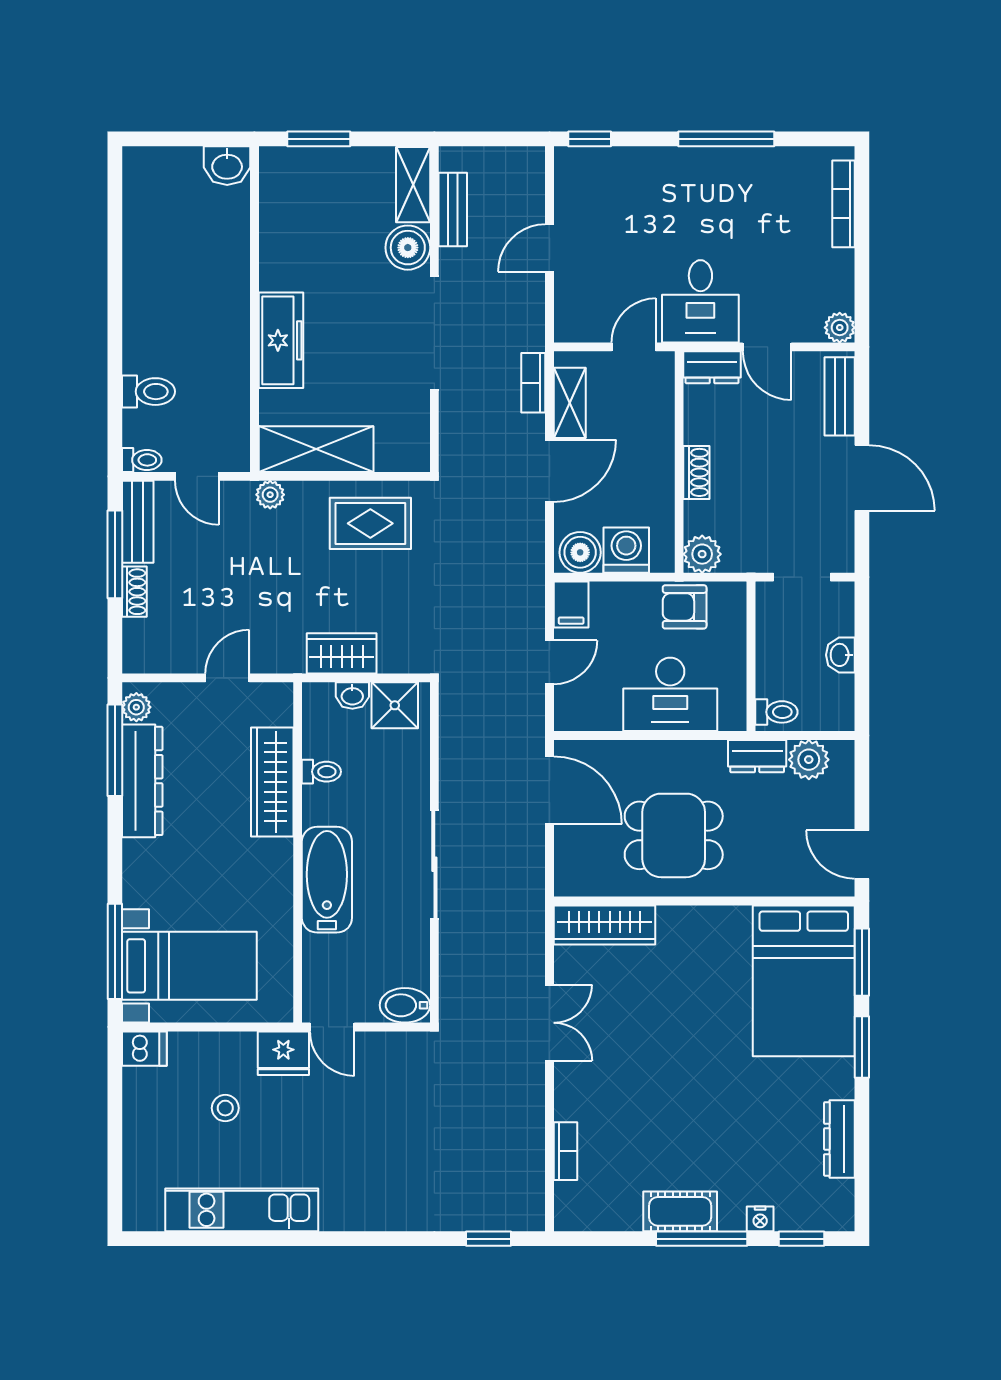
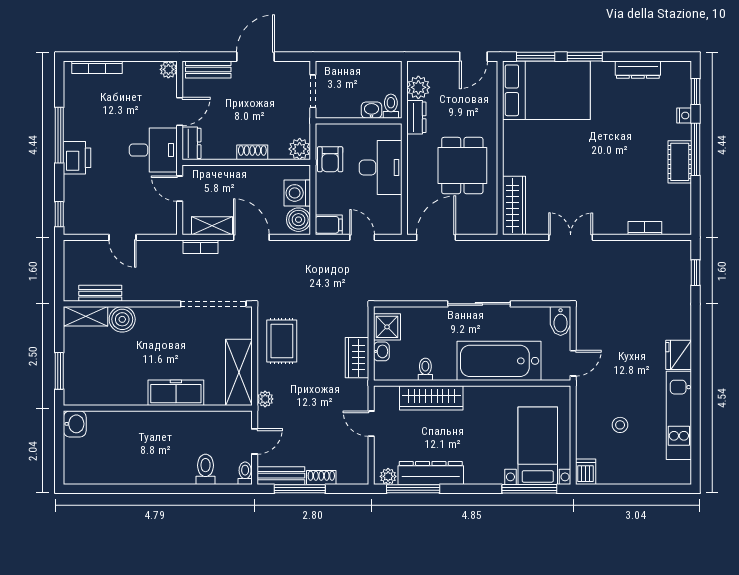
printer: (687, 170) -> (77, 158), added
doorway: (434, 333) -> (213, 304), moved
washbasin: (840, 655) -> (372, 110), moved, turned 180
bathtub: (327, 880) -> (499, 361), width x1.36, depth x1.36
fridge: (283, 1053) -> (679, 355), moved, turned 180

